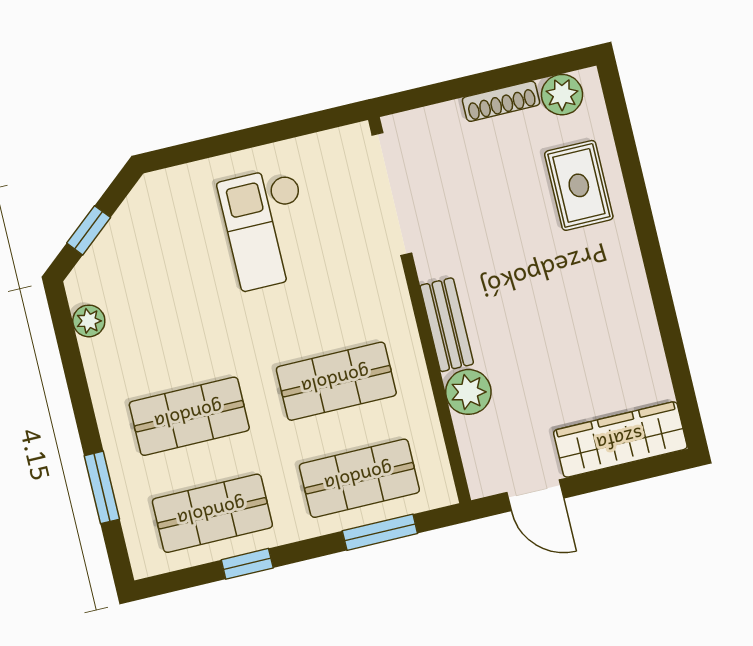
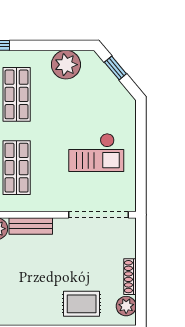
checkout: (268, 228) -> (96, 152), turned 180
plant: (89, 321) -> (66, 65), width x1.87, depth x1.87

